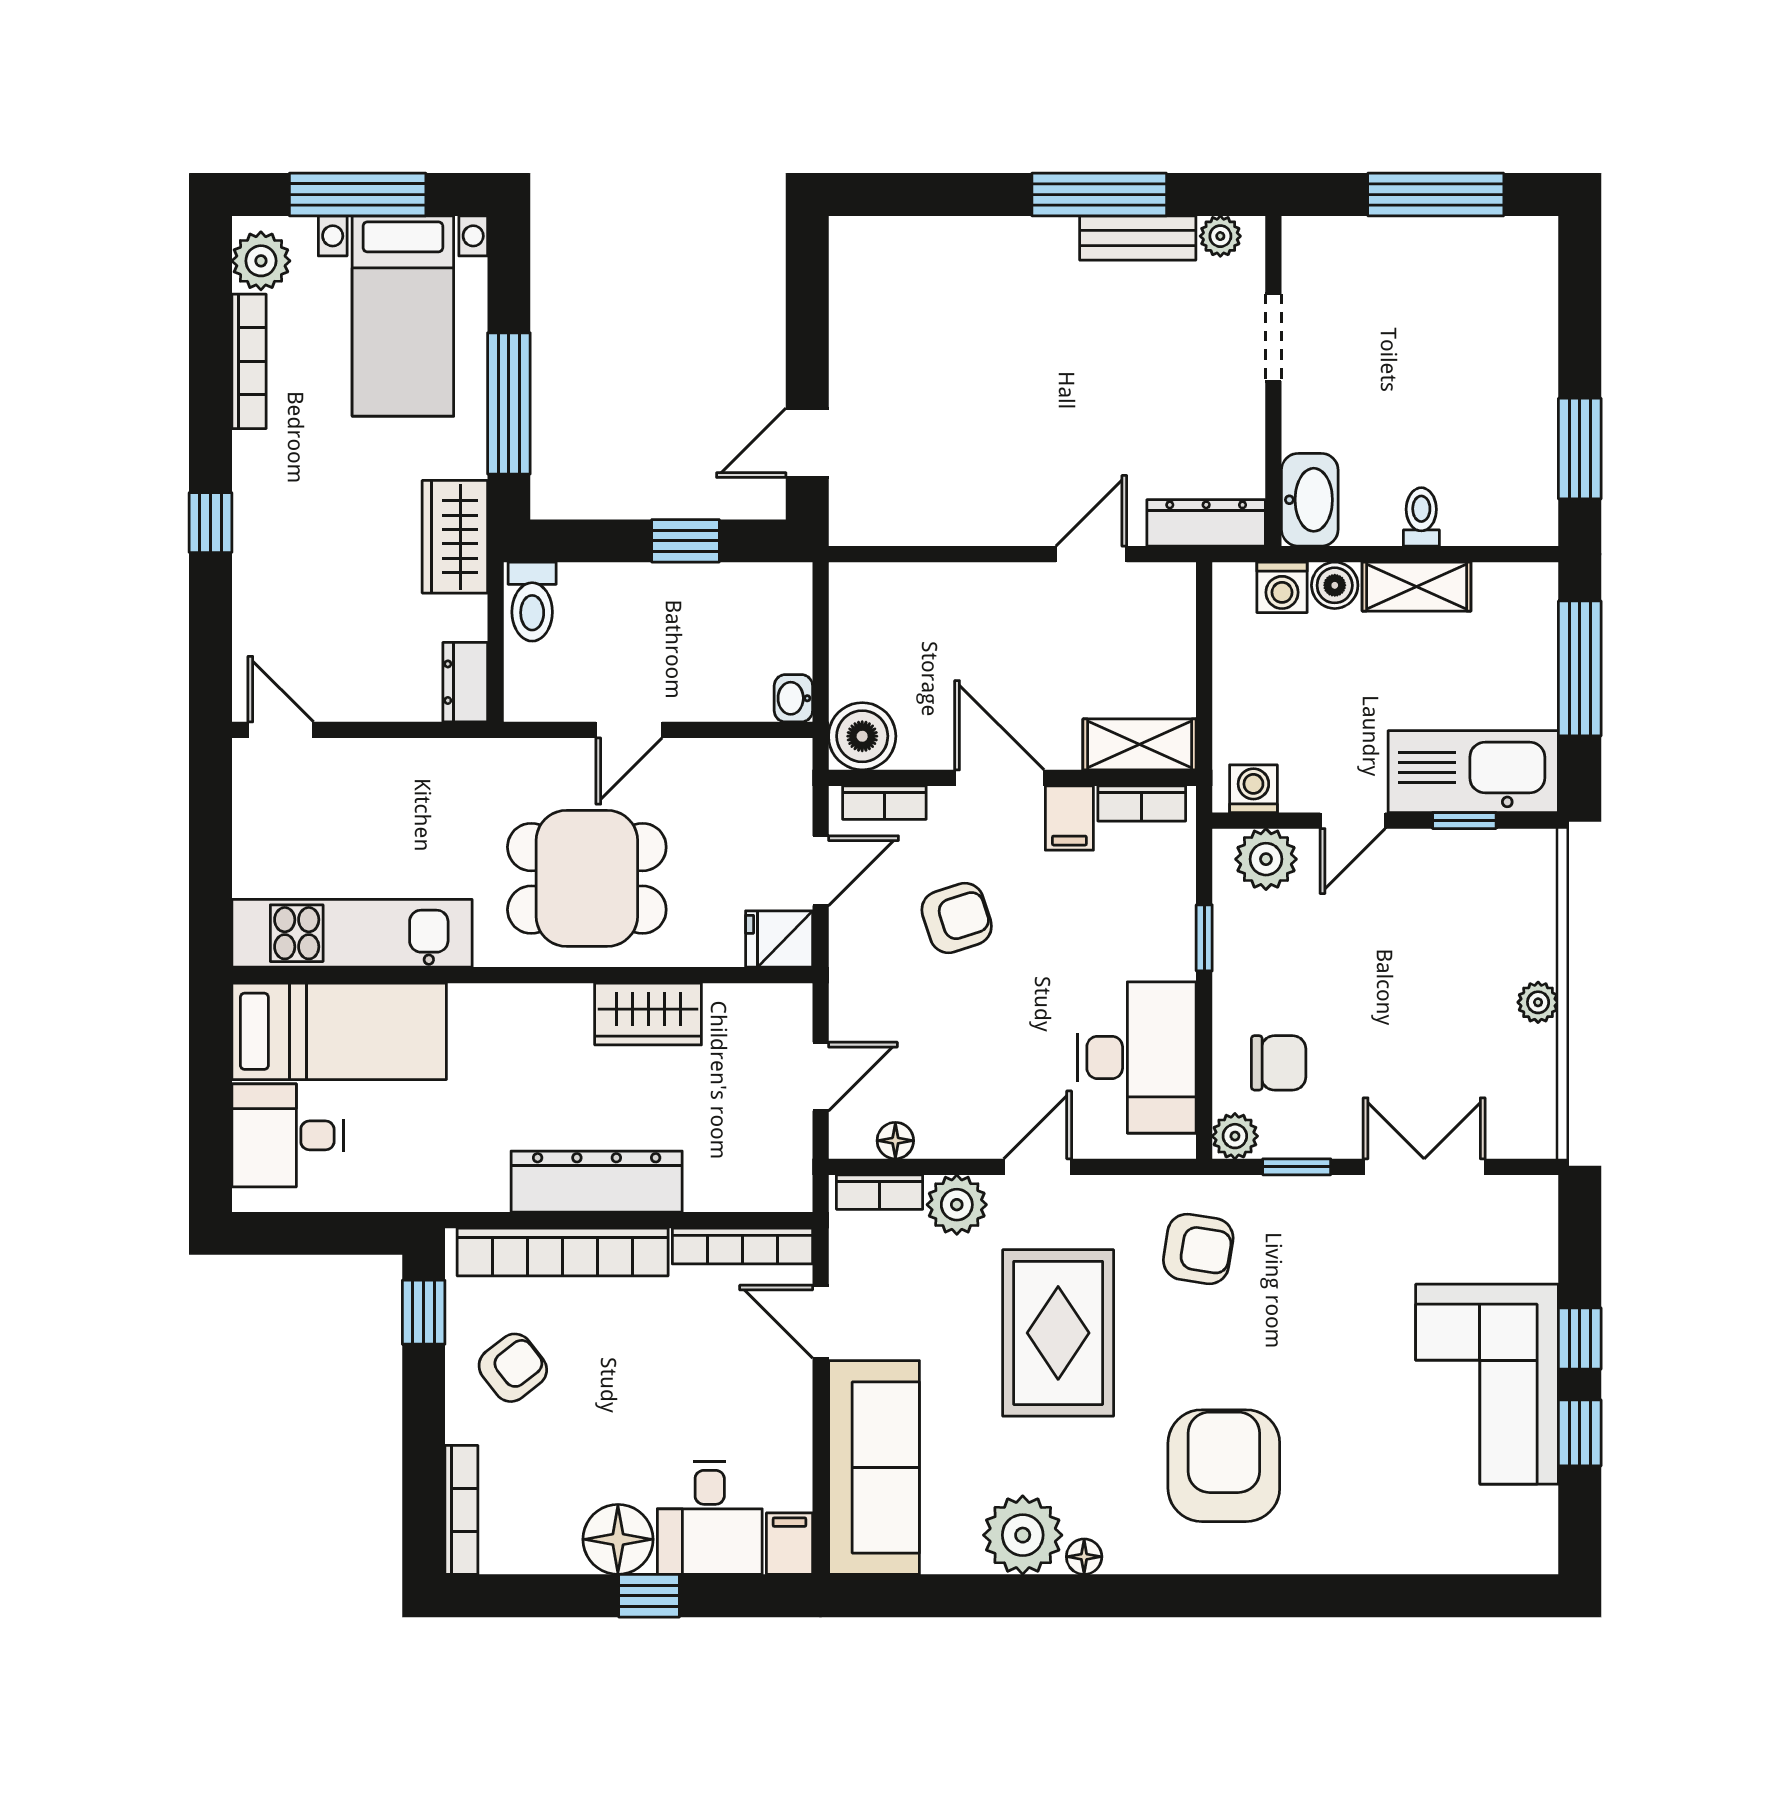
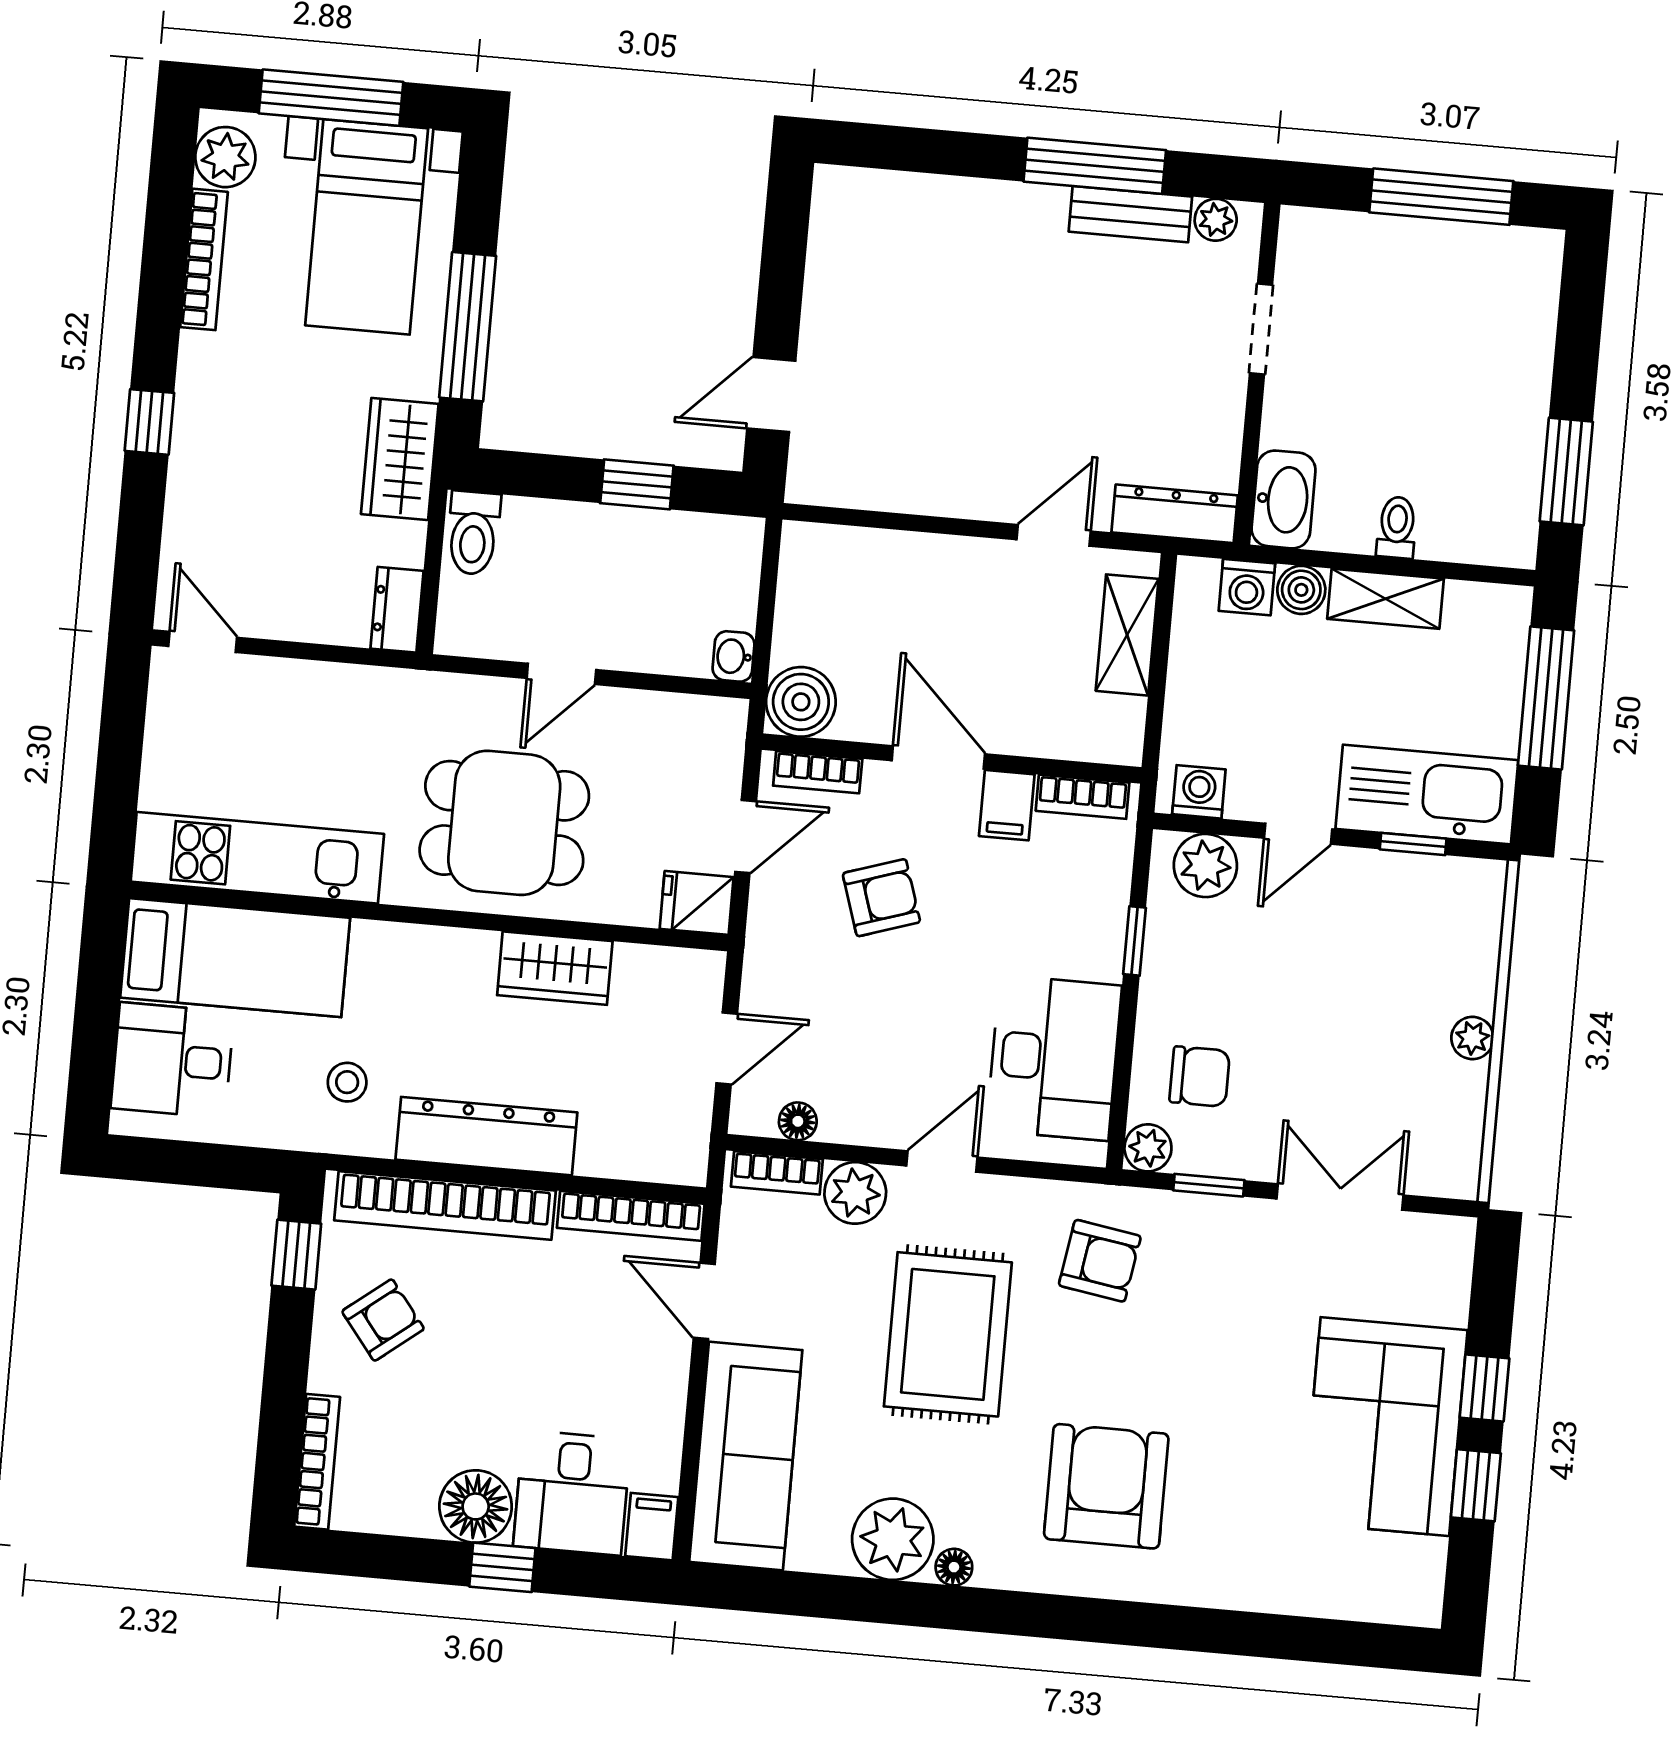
shelving: (1140, 744) -> (1127, 635), moved, turned 90
stool: (458, 1142) -> (347, 1082), added

